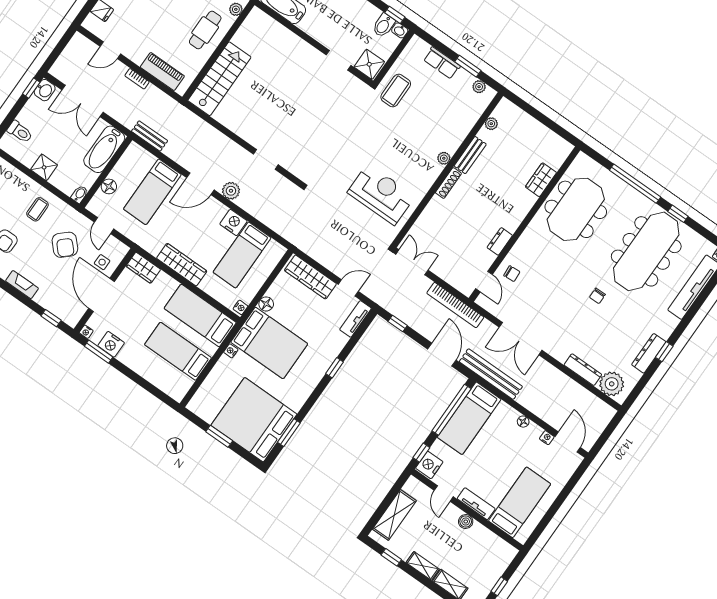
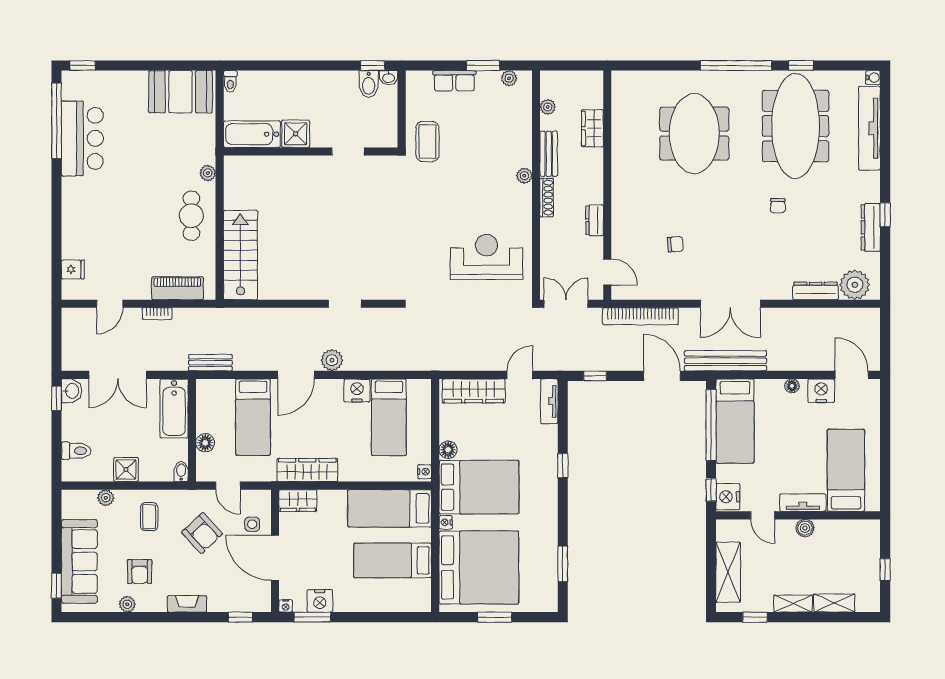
shower: (369, 64) -> (296, 134), moved
plant: (18, 177) -> (106, 498), added
wardrobe: (541, 180) -> (592, 128), moved
wall: (524, 224) -> (607, 185), moved
dresser: (500, 241) -> (595, 220), moved
wardrobe: (182, 265) -> (307, 470), moved
door: (484, 282) -> (607, 272), moved
bed: (254, 420) -> (479, 567), moved, turned 180
nightstand: (547, 438) -> (821, 391), width x1.89, depth x1.79

